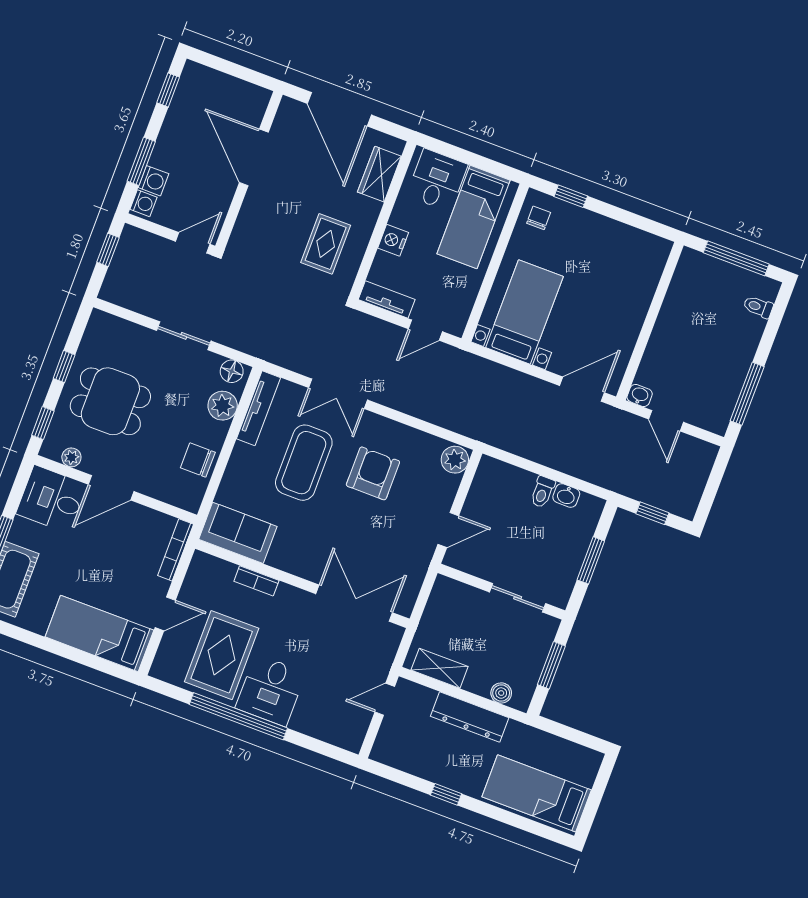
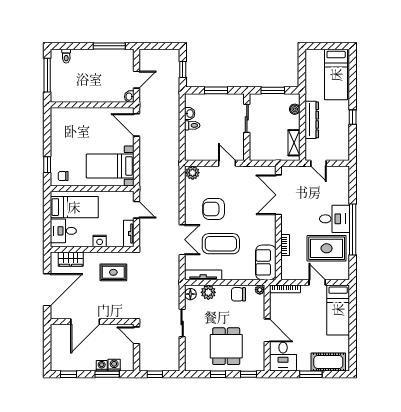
washing machine: (144, 203) -> (102, 366), moved
plant: (71, 457) -> (260, 290), moved
chair: (198, 460) -> (238, 294), turned 90

